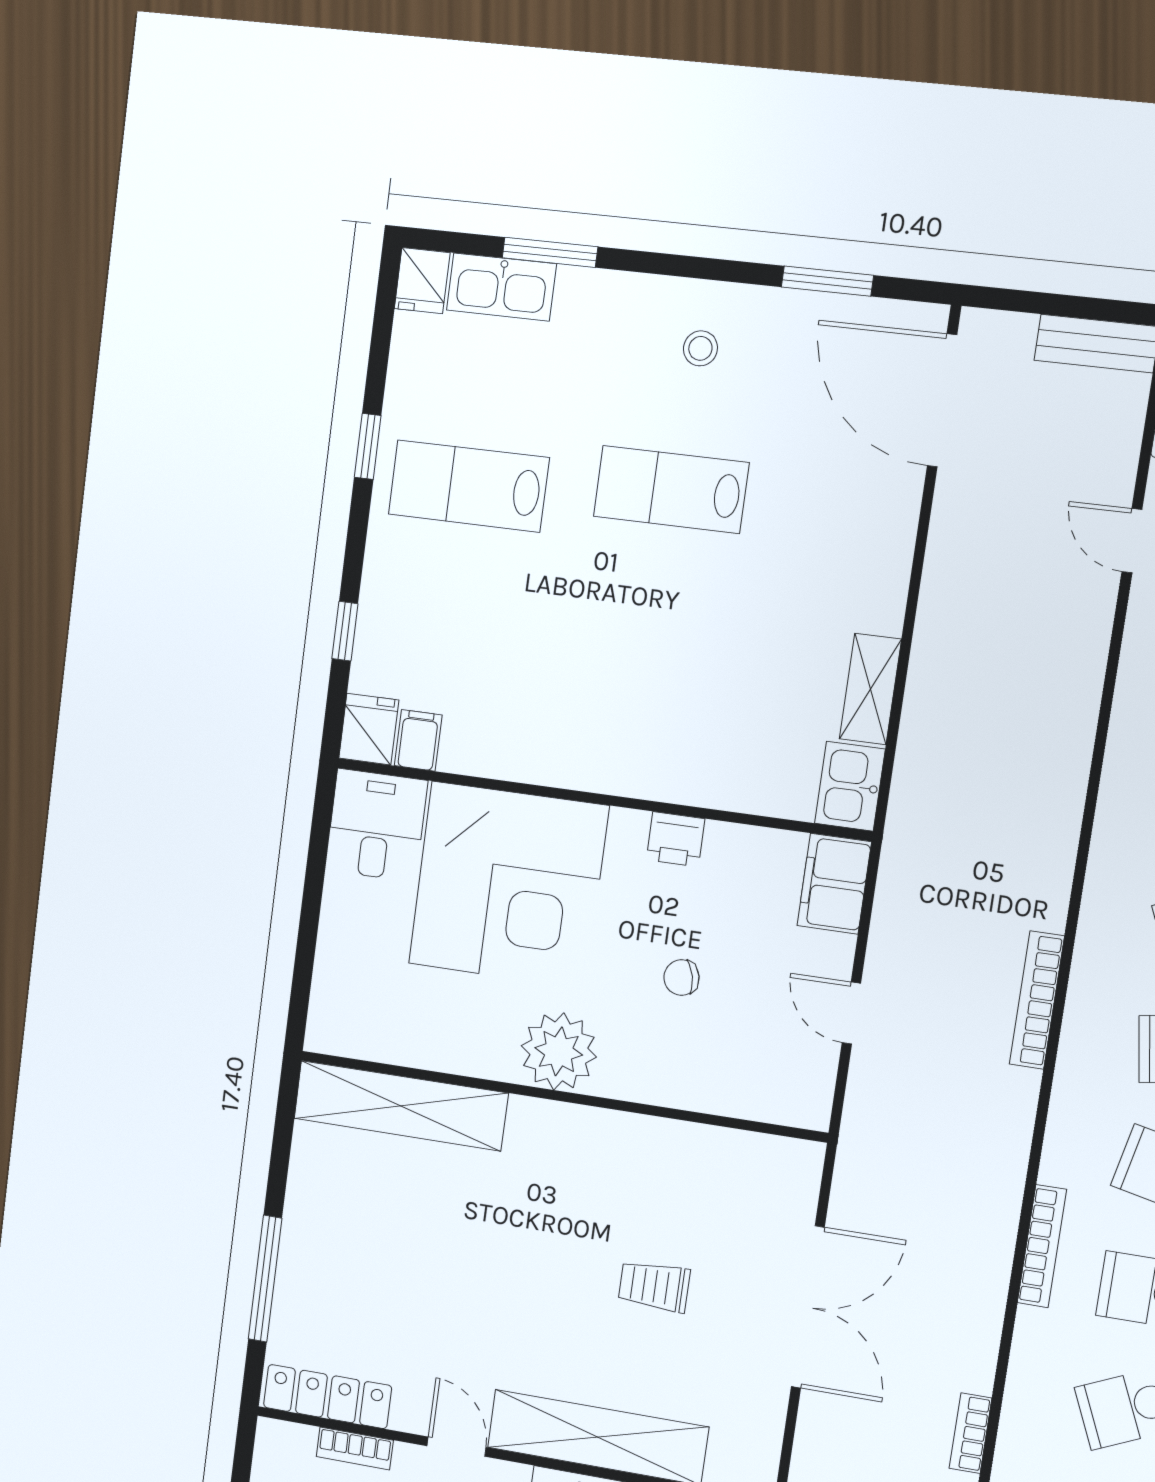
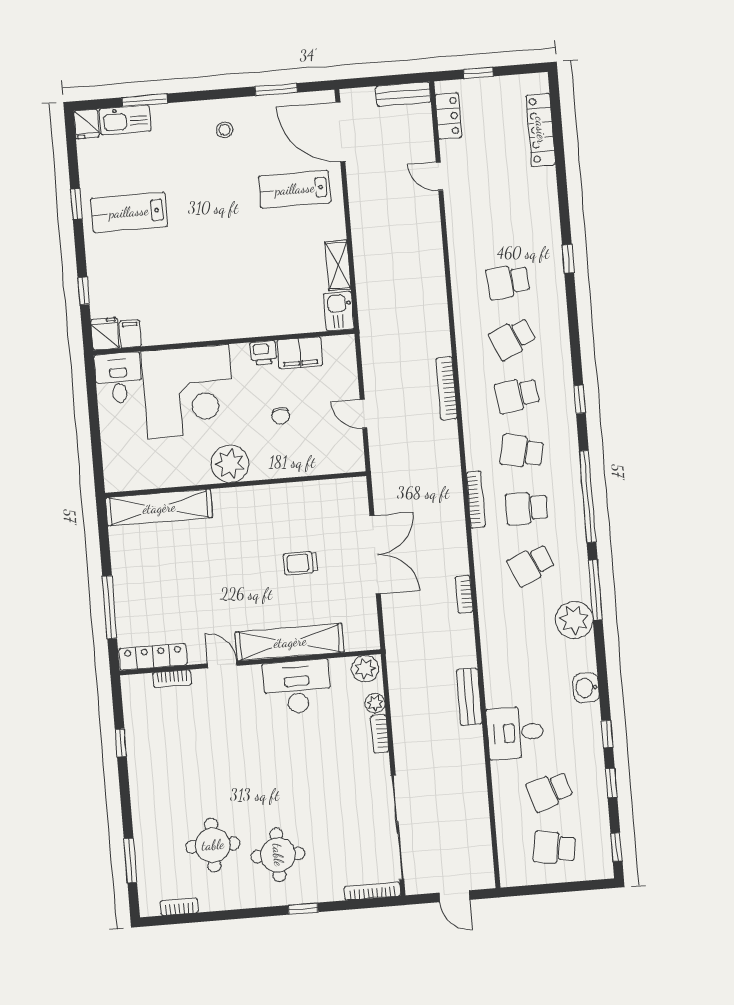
lab bench: (671, 490) -> (295, 189), moved
filing cabinet: (834, 884) -> (300, 353), moved, turned -90
chair: (681, 978) -> (281, 416), turned -77

